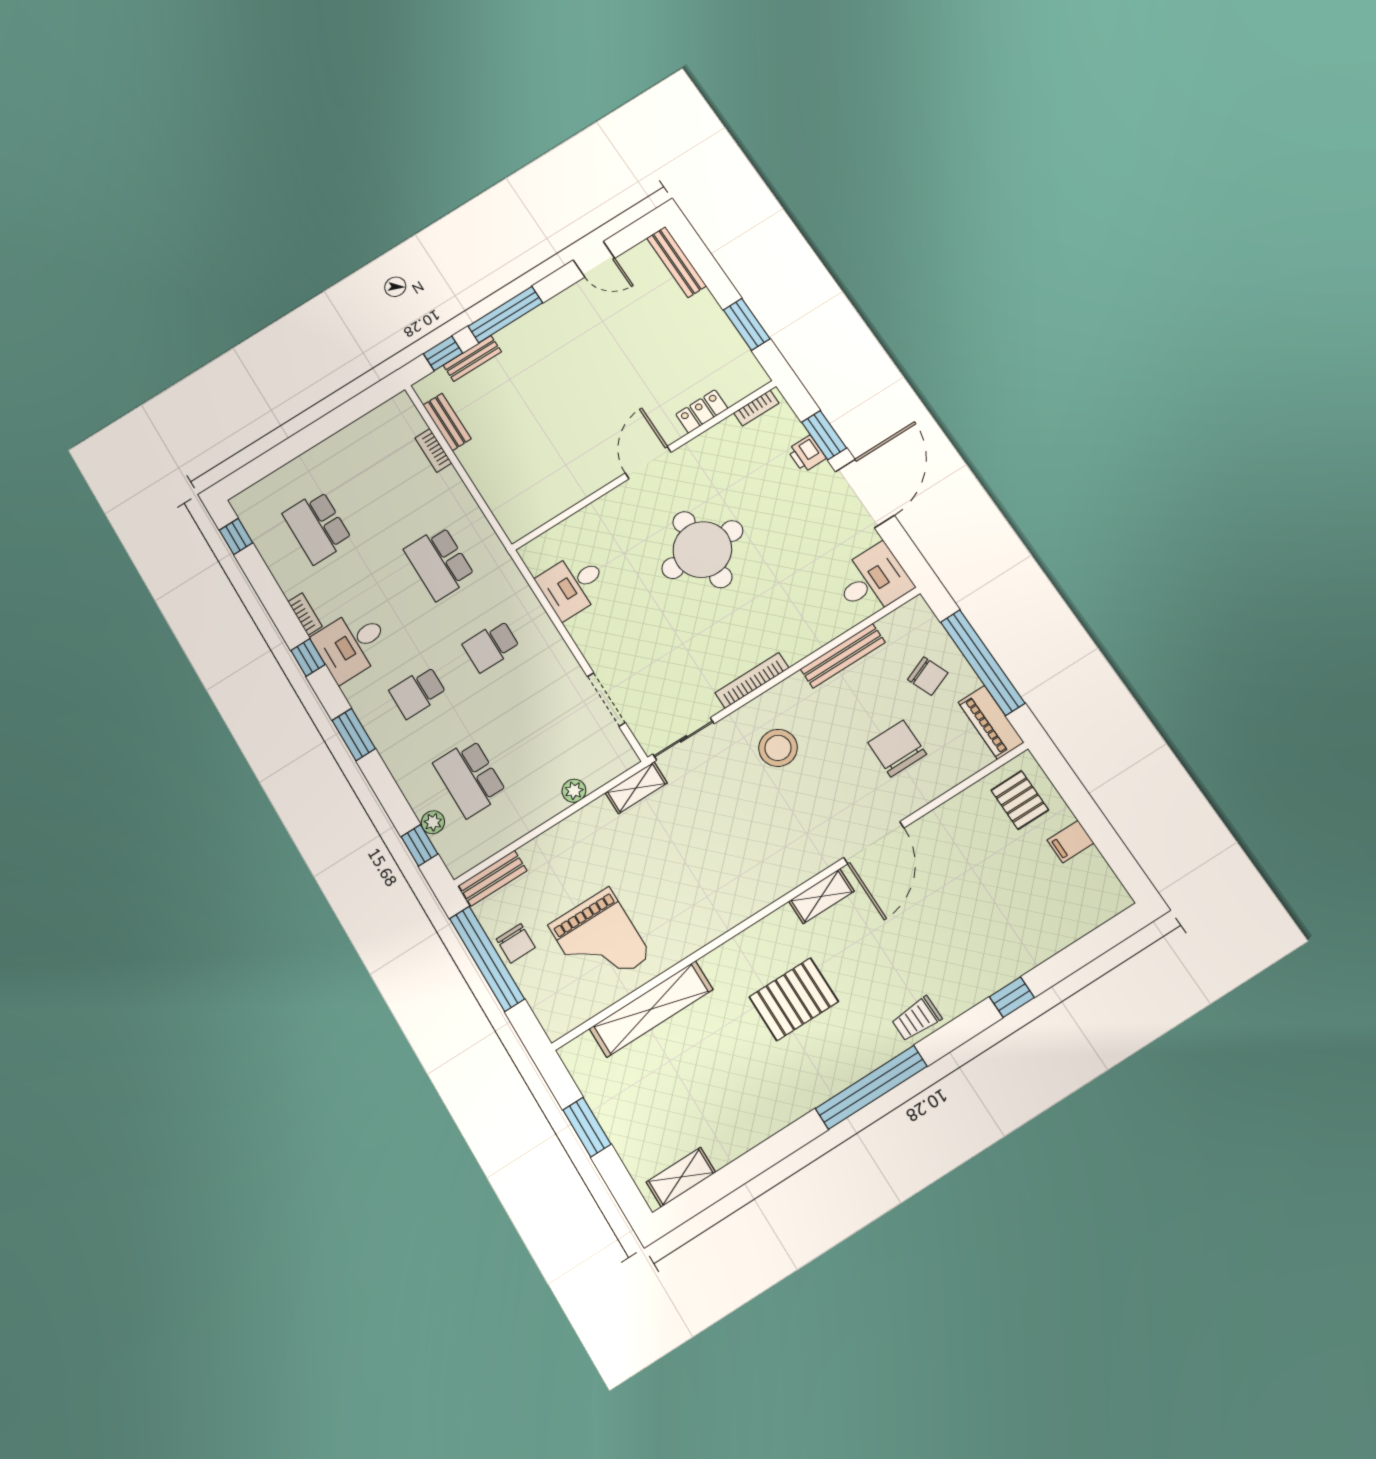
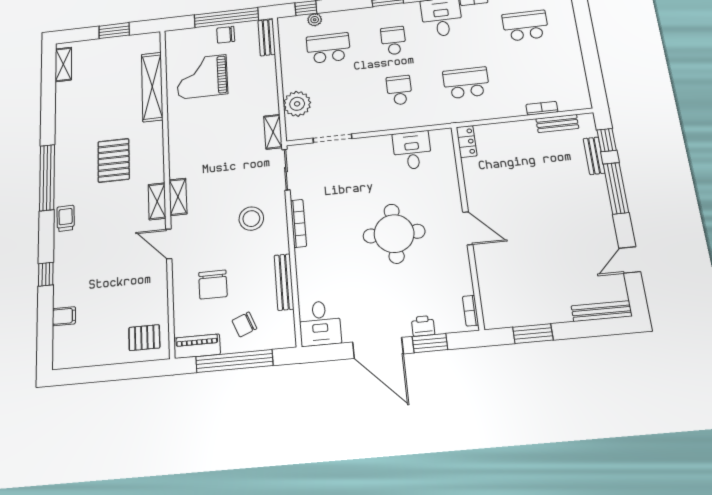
locker: (702, 411) -> (467, 141), moved
chair: (897, 748) -> (213, 284), turned 90
plant: (574, 791) -> (297, 104), width x1.87, depth x1.87
filing cabinet: (1071, 842) -> (64, 316), moved, turned 90
door: (874, 843) -> (169, 244), width x0.73
shelving: (800, 870) -> (178, 197), added

